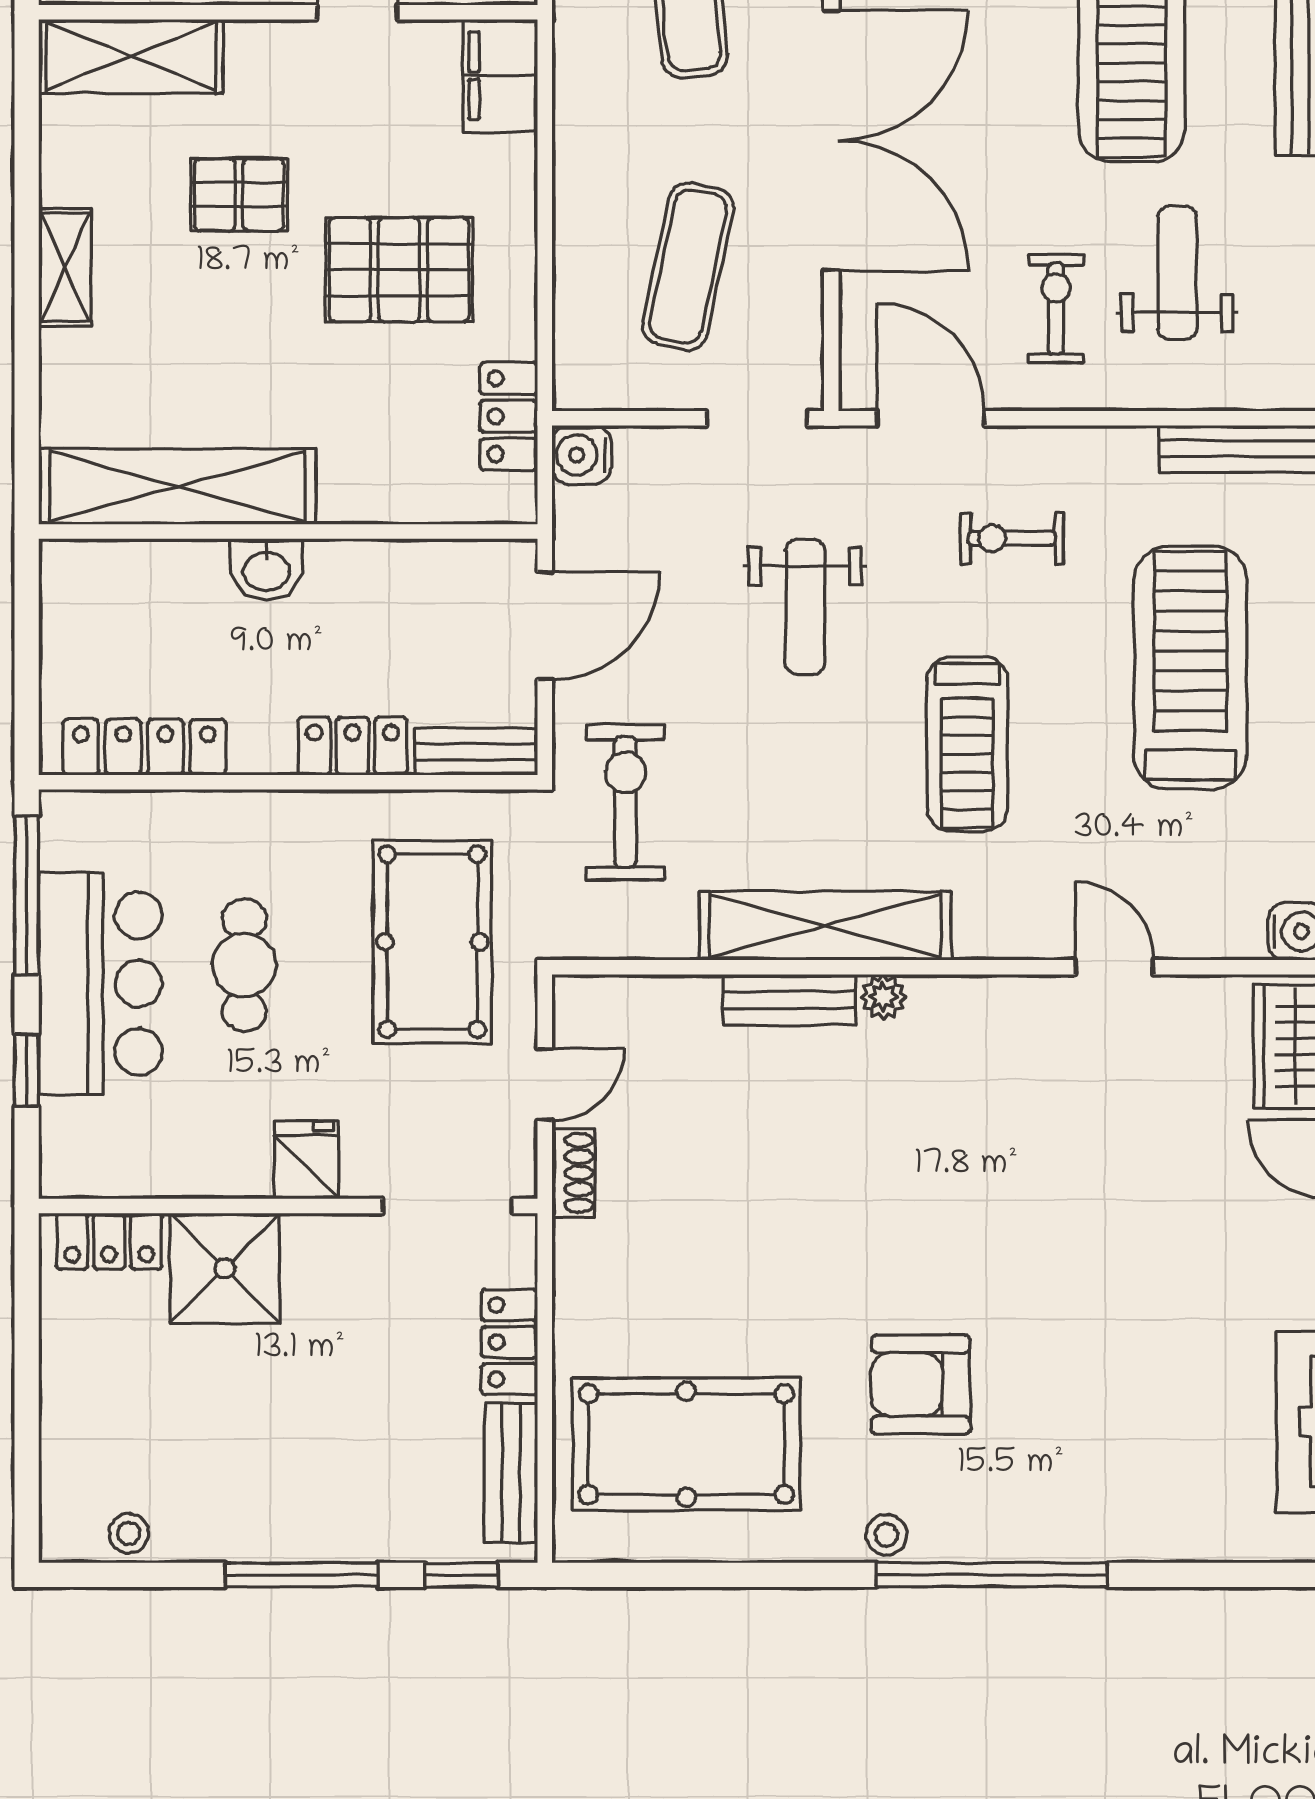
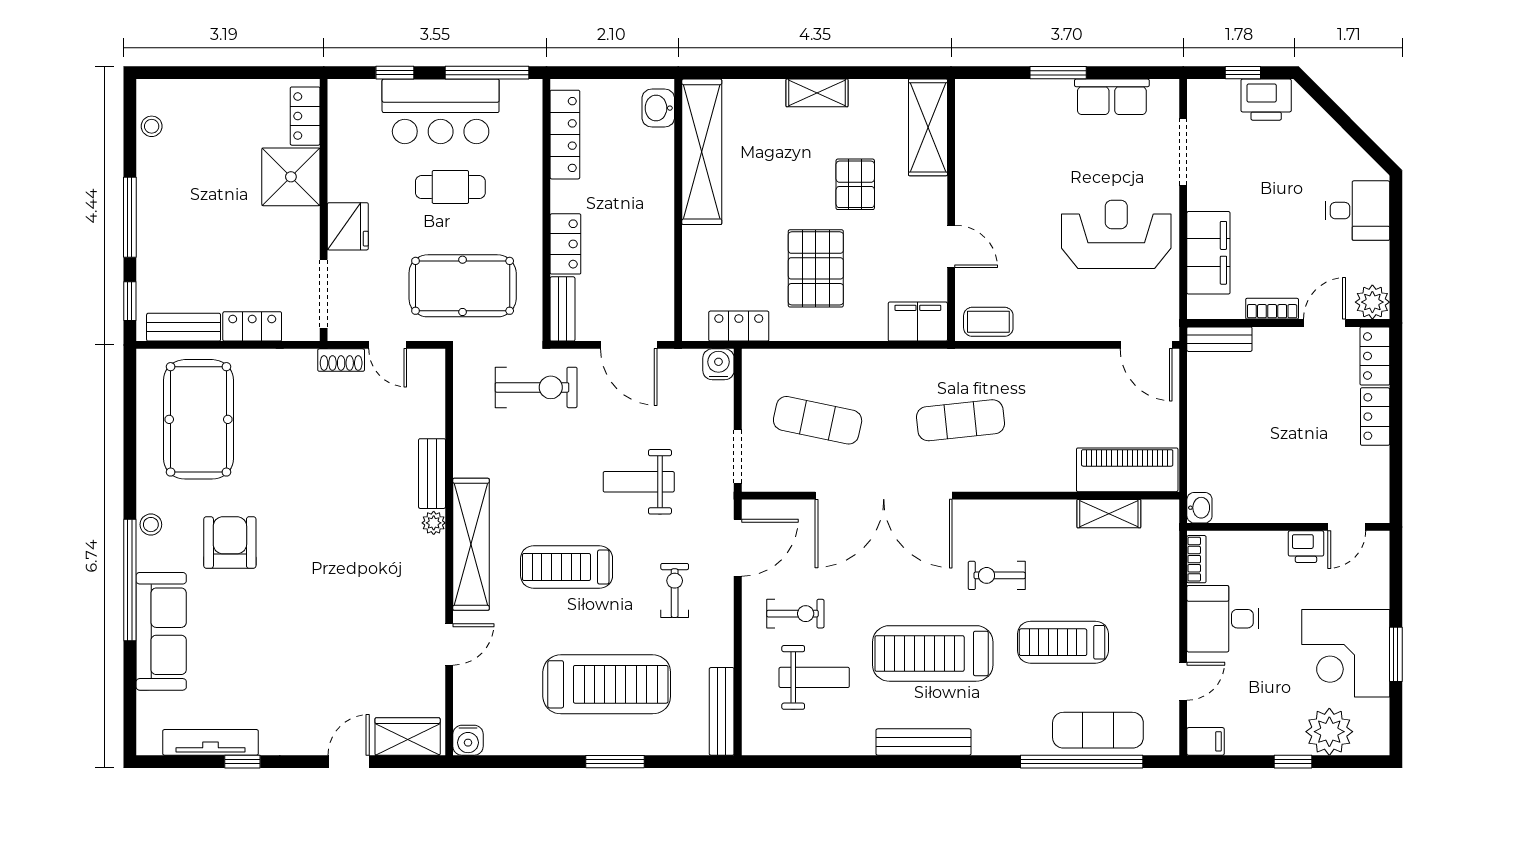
washbasin: (266, 569) -> (658, 108), moved
shelving: (825, 926) -> (471, 544), moved
fridge: (307, 1160) -> (348, 226), width x1.38
sofa: (1090, 1515) -> (161, 631), added

